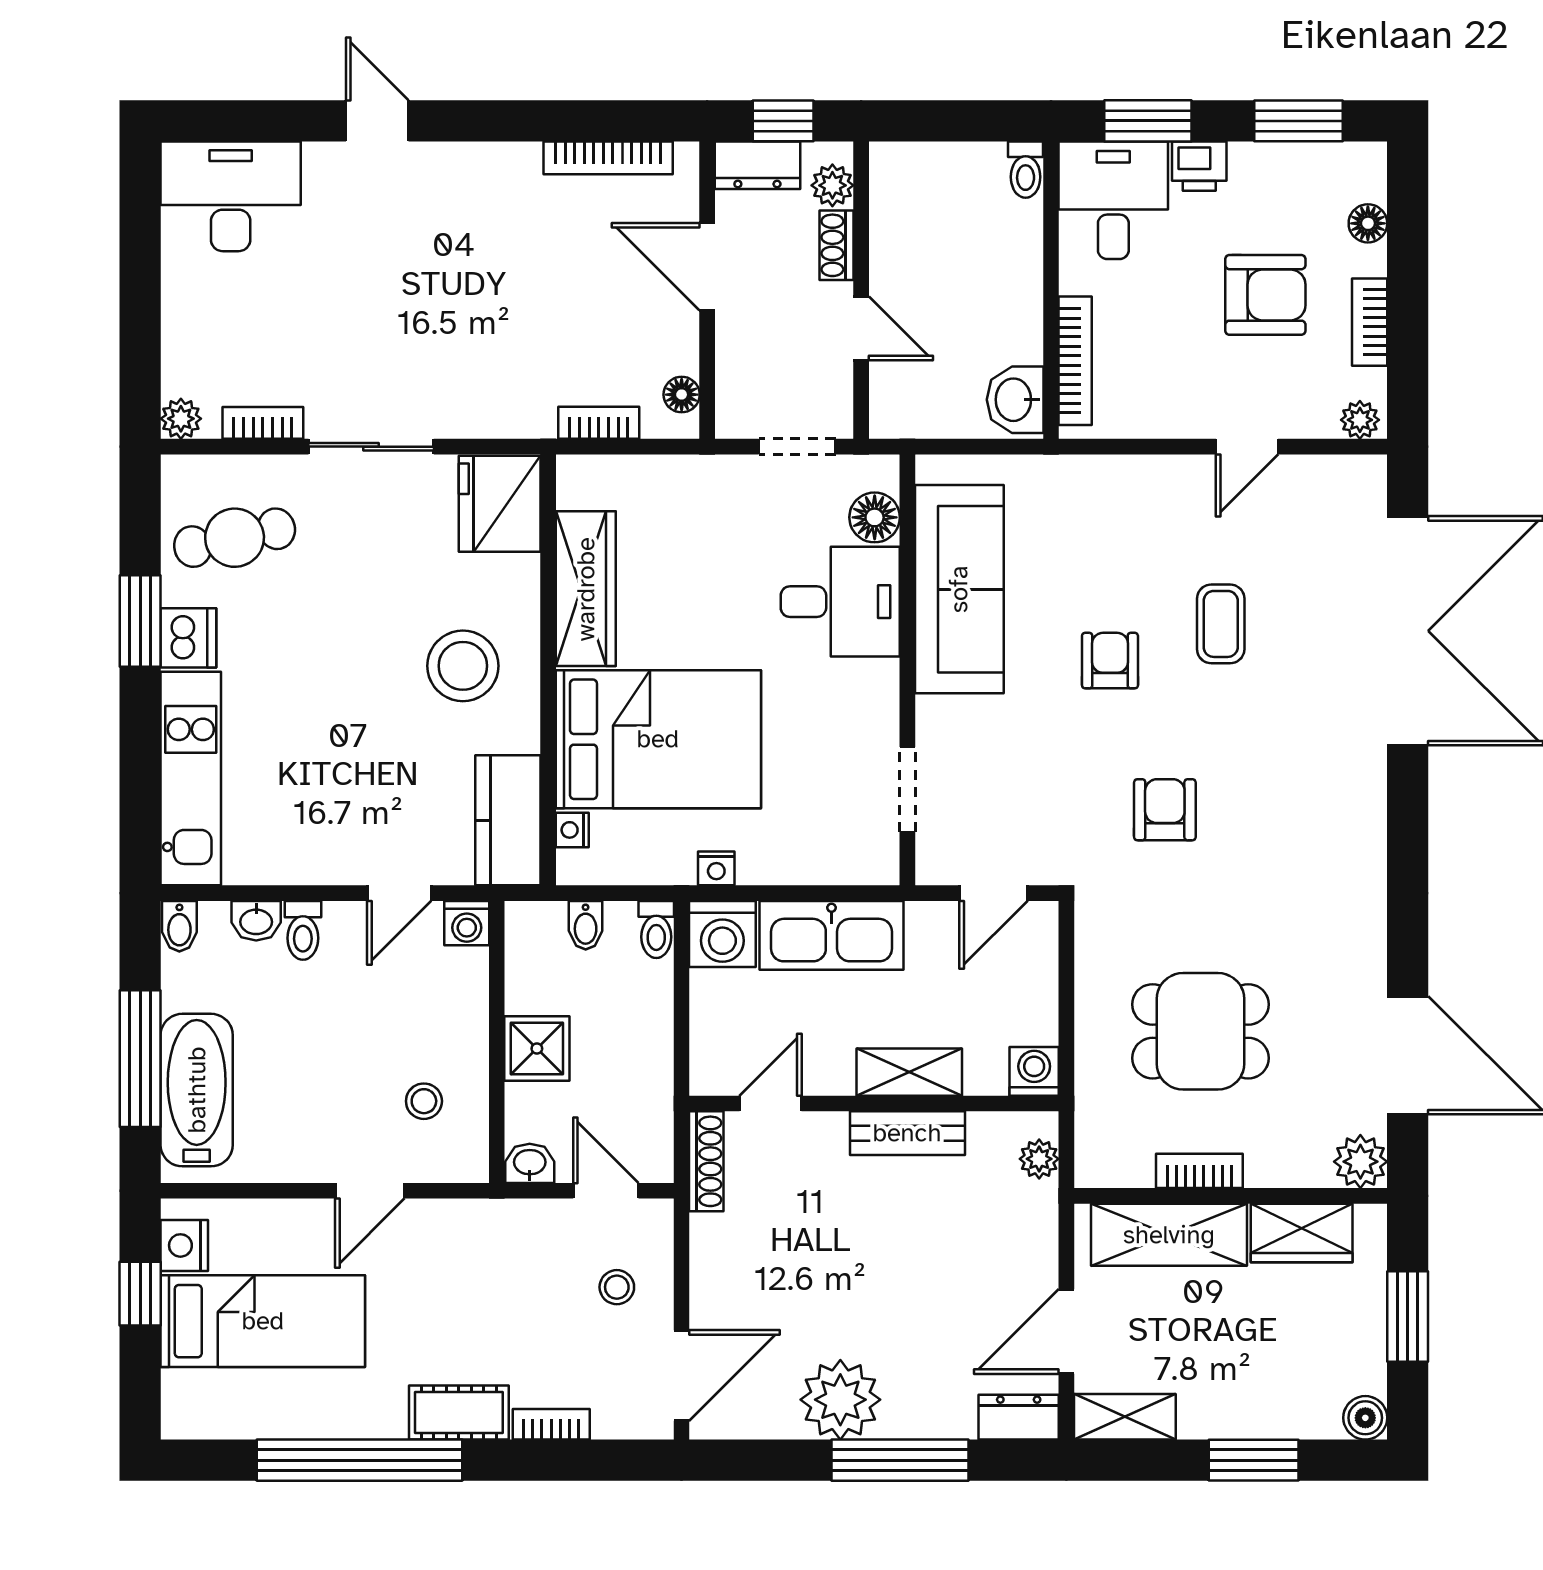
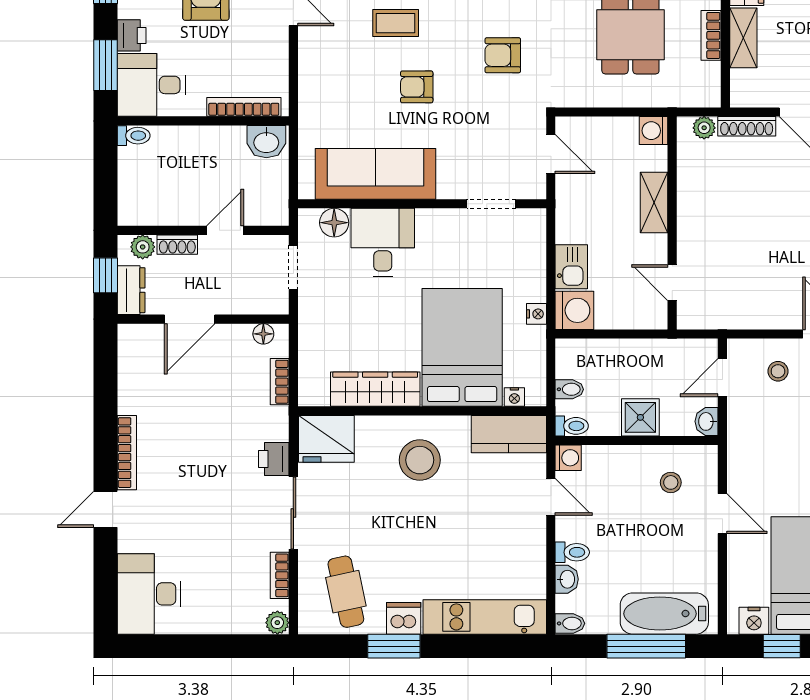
bookcase: (608, 158) -> (127, 453), moved
printer: (465, 413) -> (274, 459), added
toilet: (656, 929) -> (572, 426), moved
kitchen sink: (831, 935) -> (571, 267), width x0.53, depth x0.81
bench: (907, 1133) -> (689, 204), removed
shoe rack: (706, 1161) -> (747, 126), moved, turned 180
shelving: (1169, 1235) -> (743, 38), width x0.67, depth x0.75

